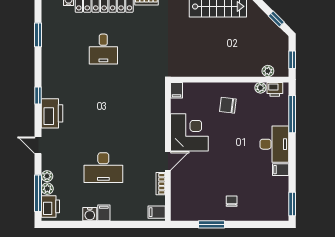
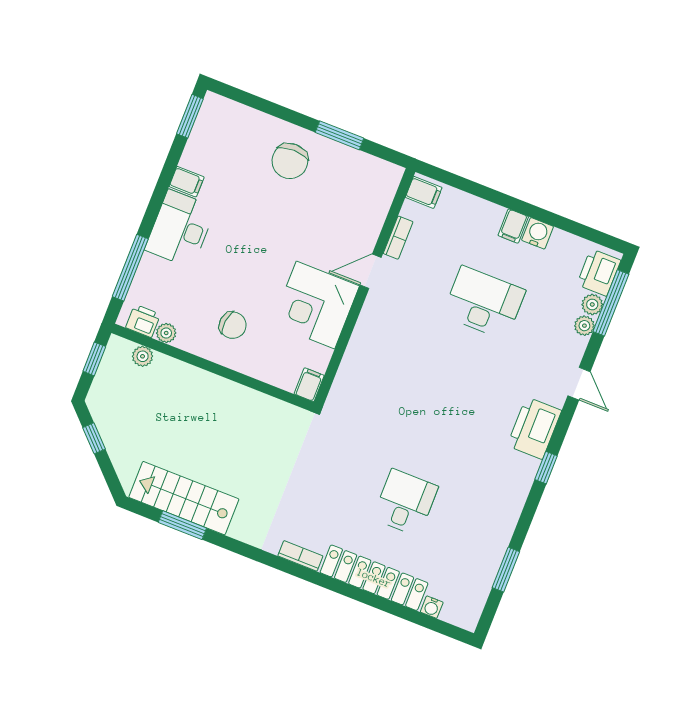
chair: (232, 201) -> (290, 161), width x1.87, depth x1.87

